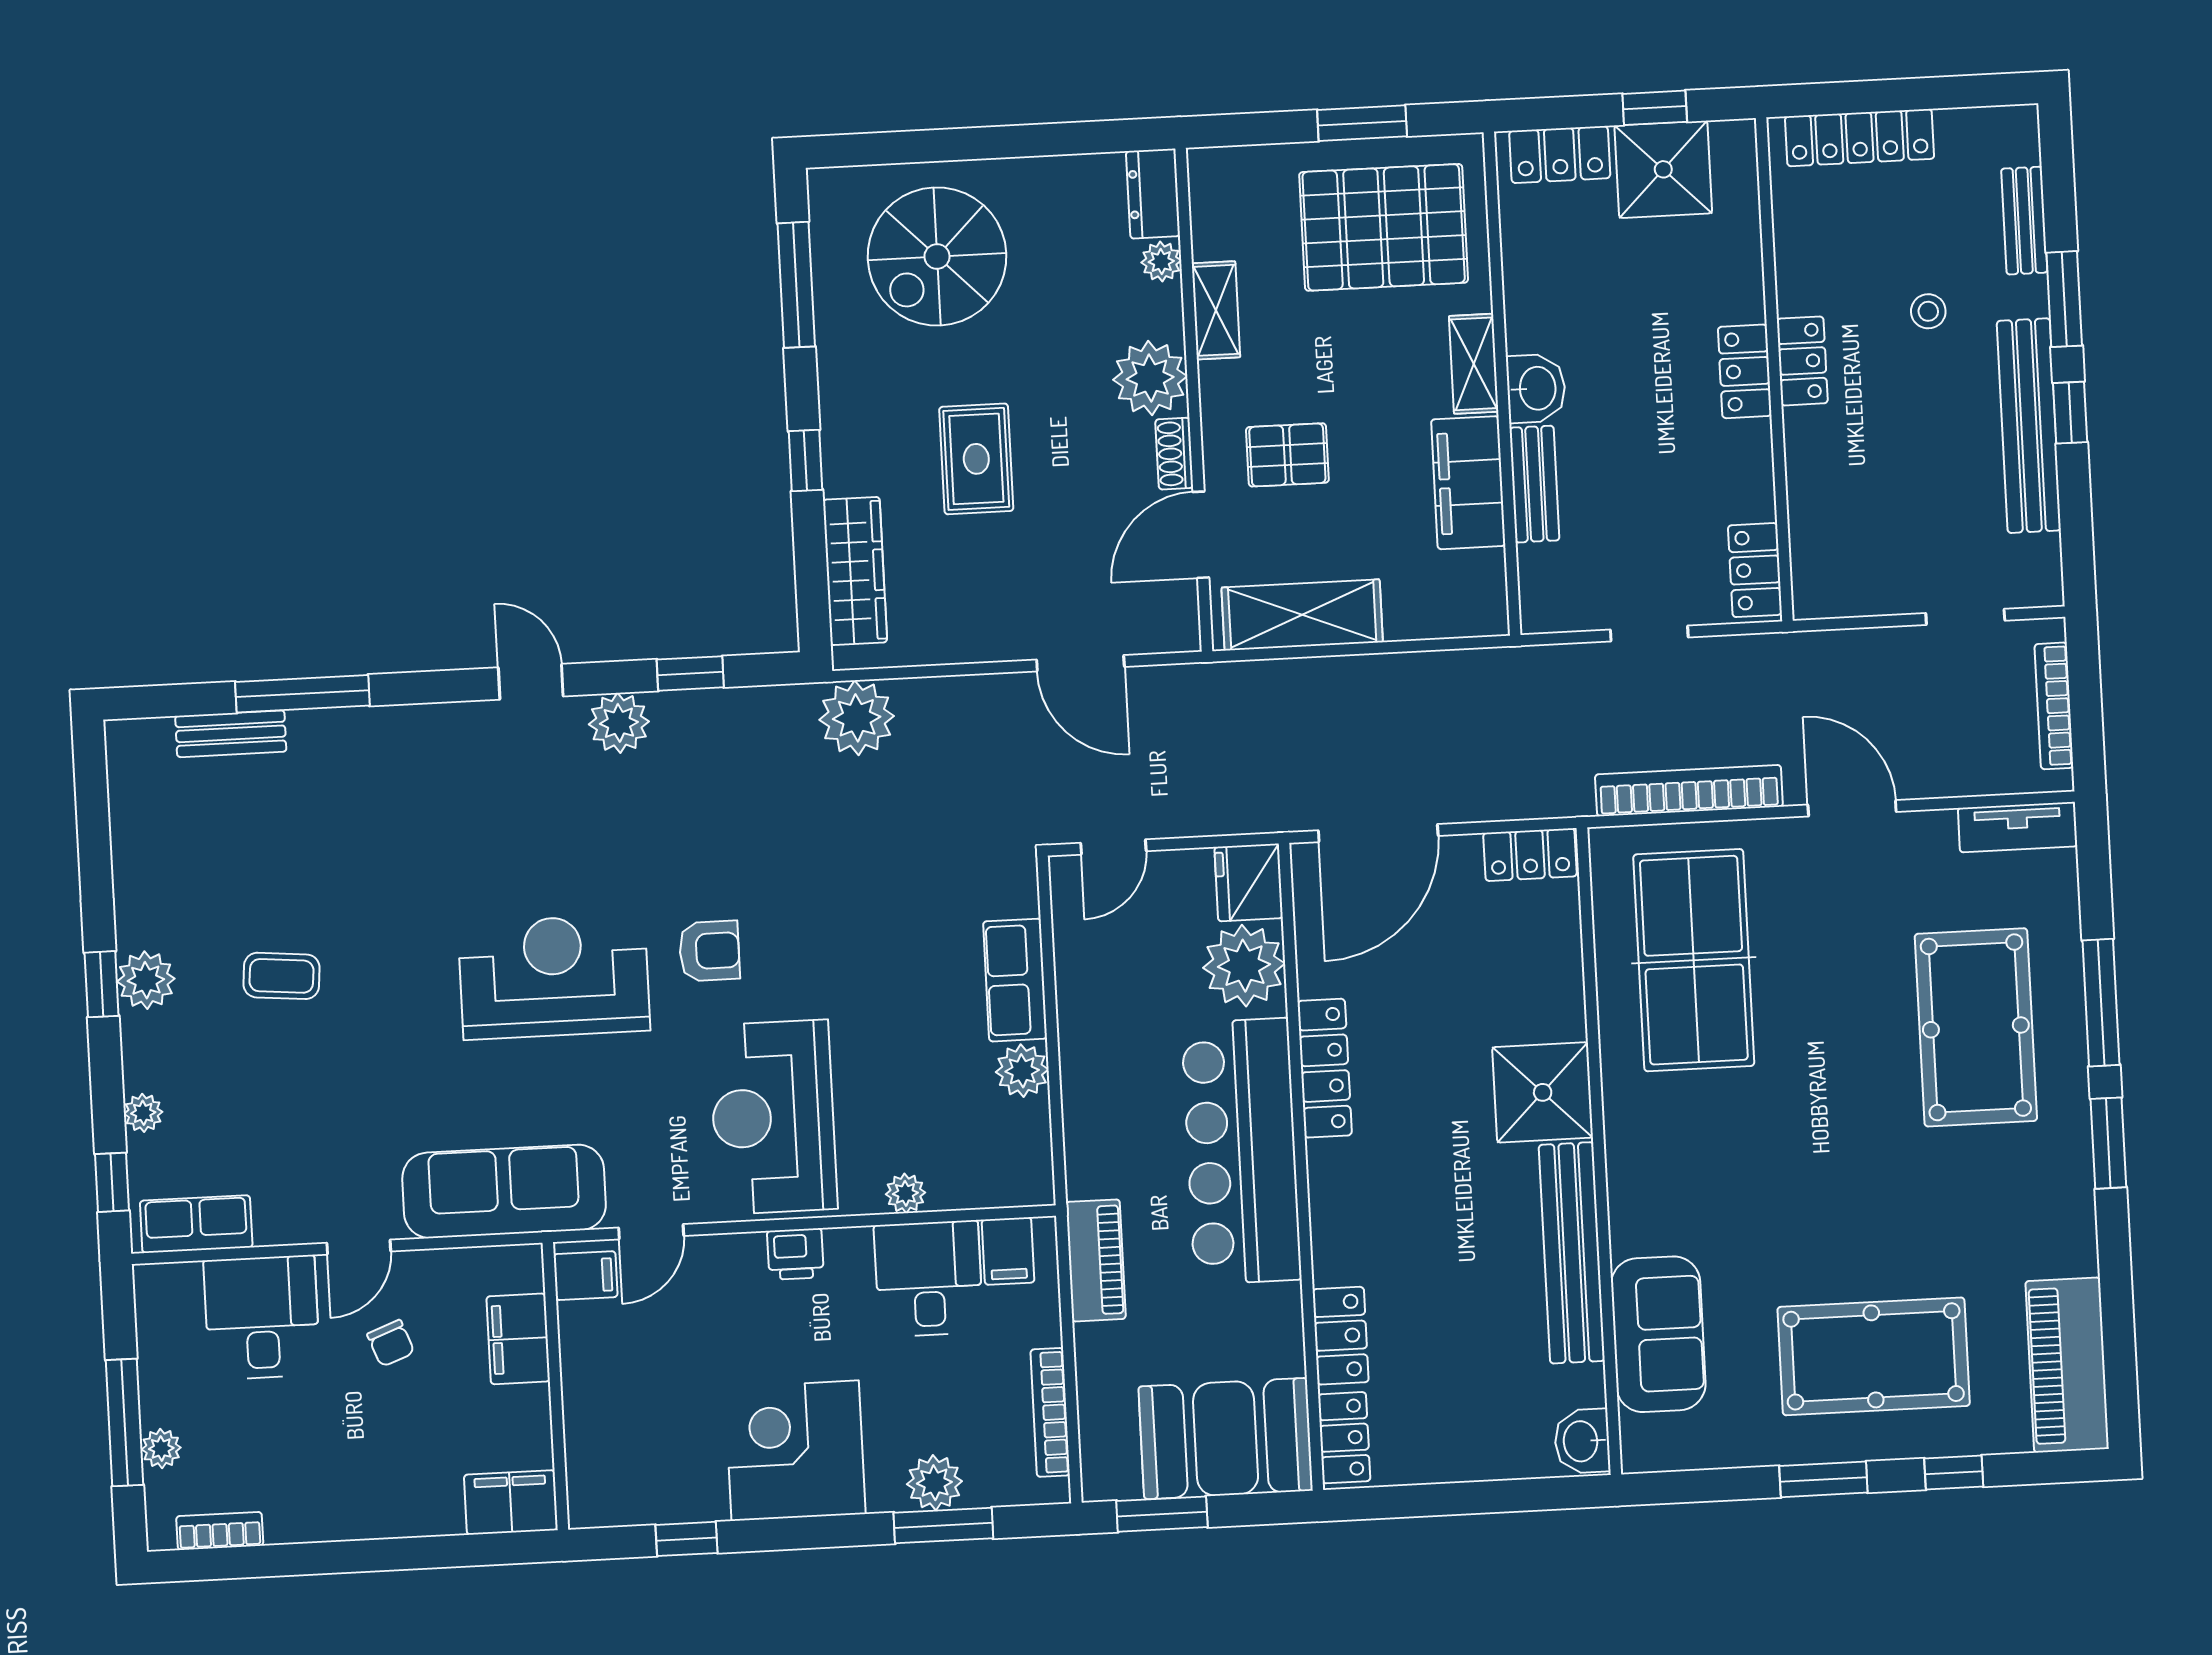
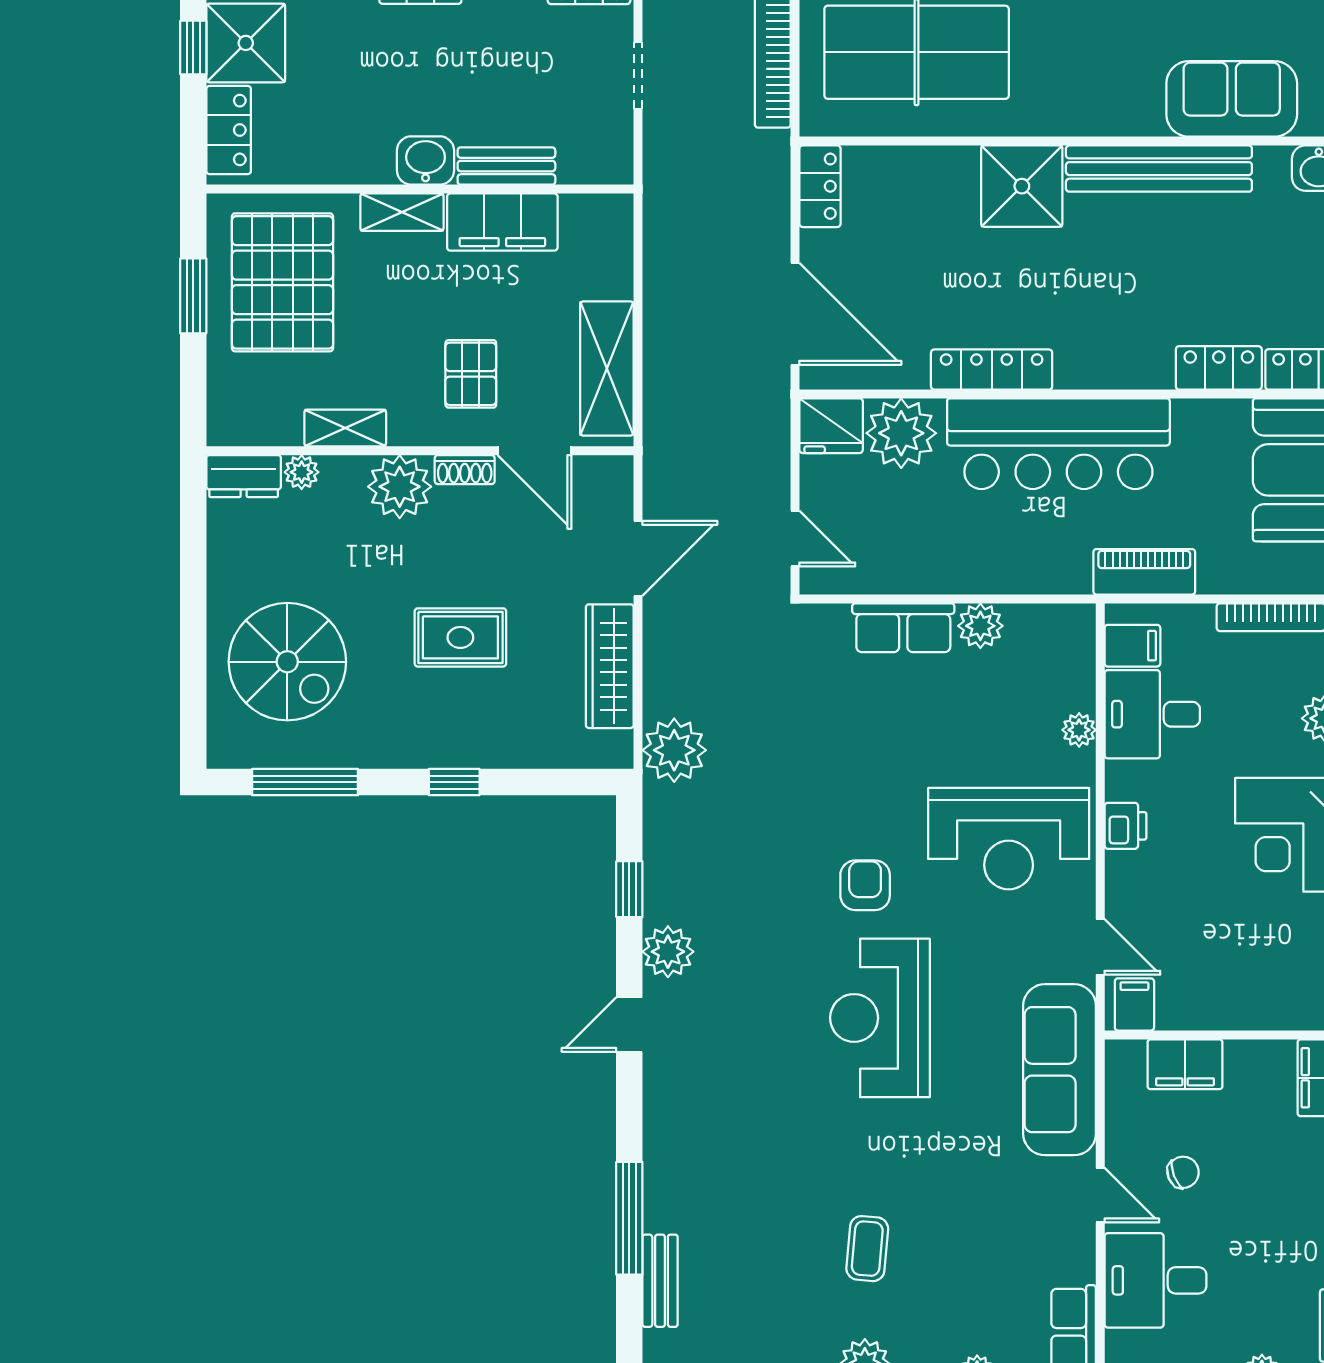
wardrobe: (855, 571) -> (610, 666), moved, turned -90

